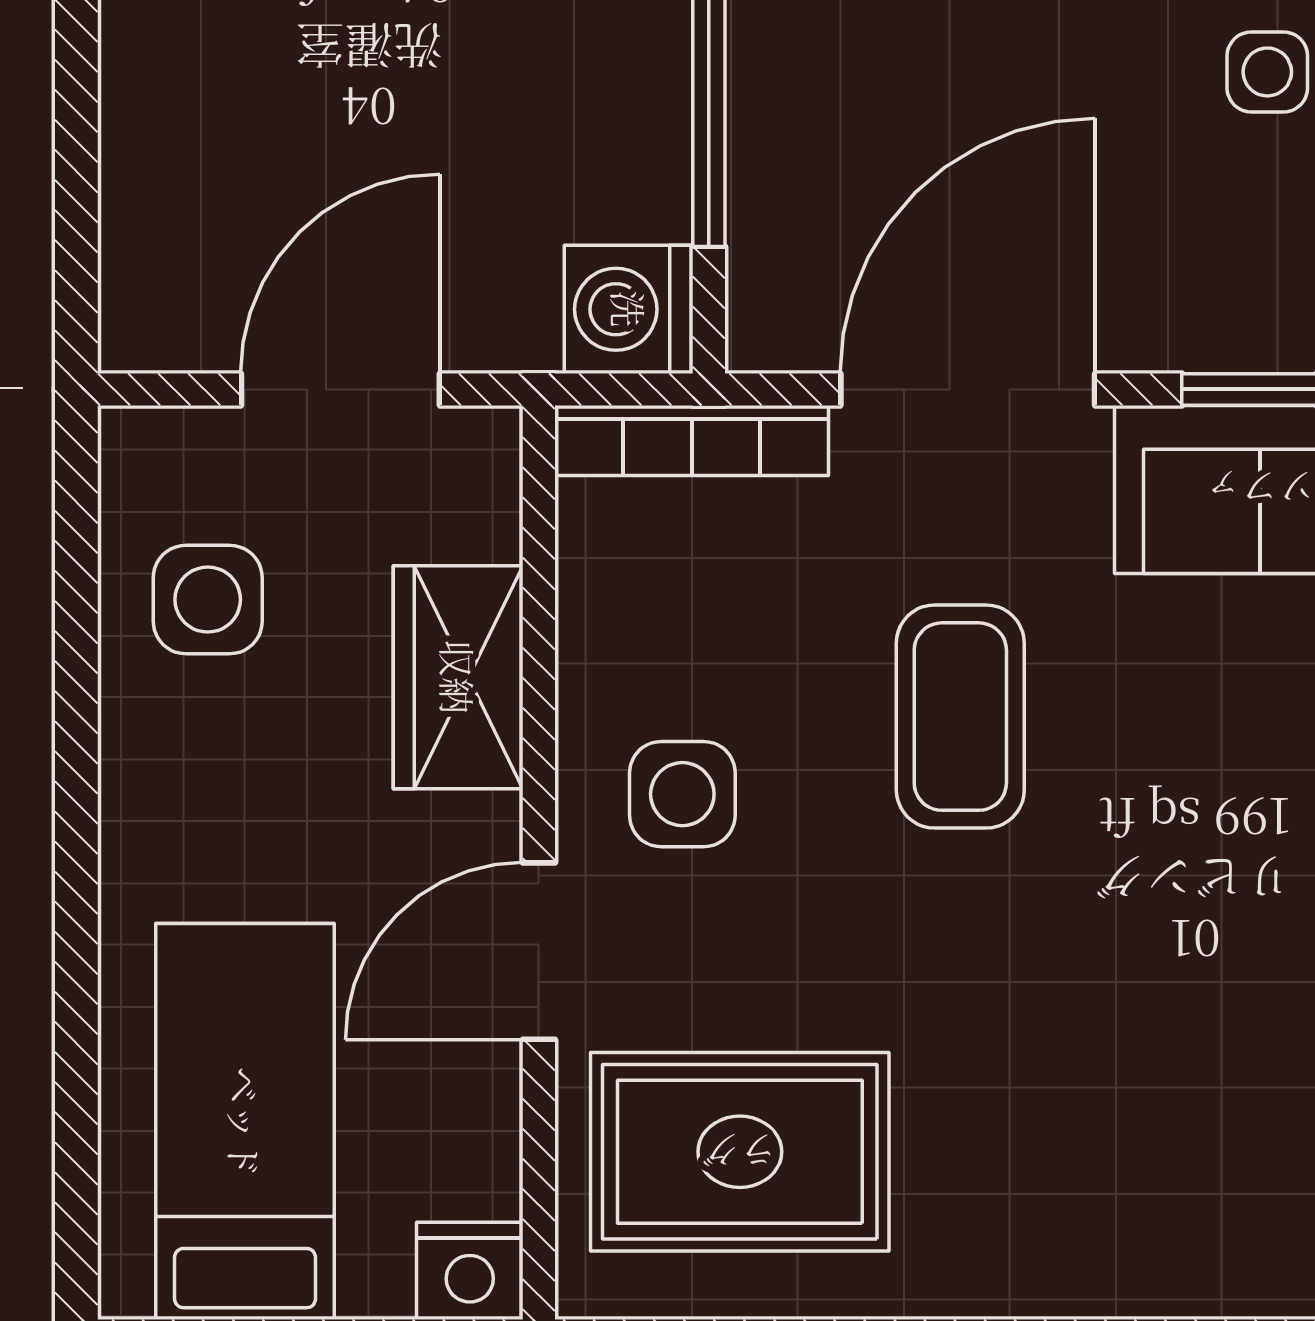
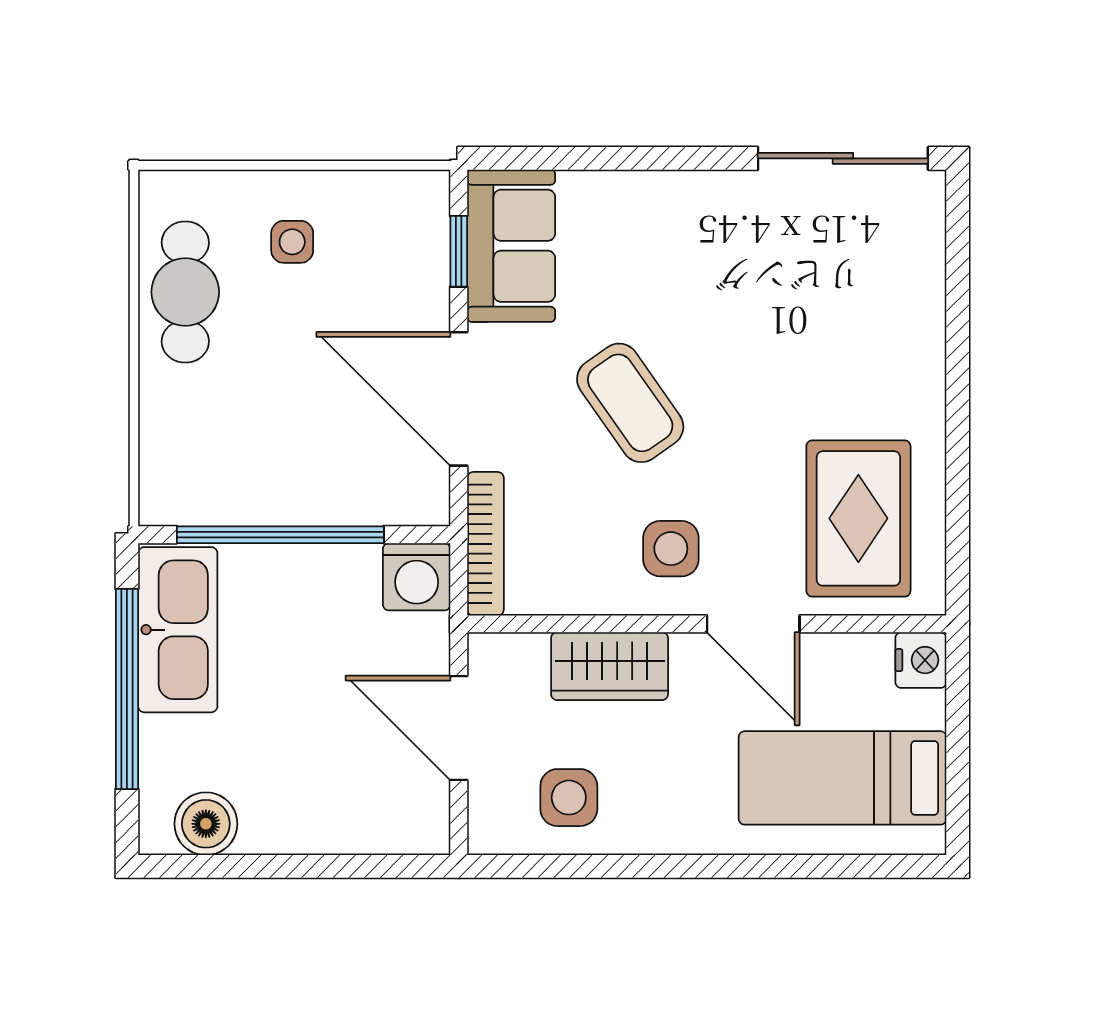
coffee table: (960, 717) -> (630, 403), turned 55

